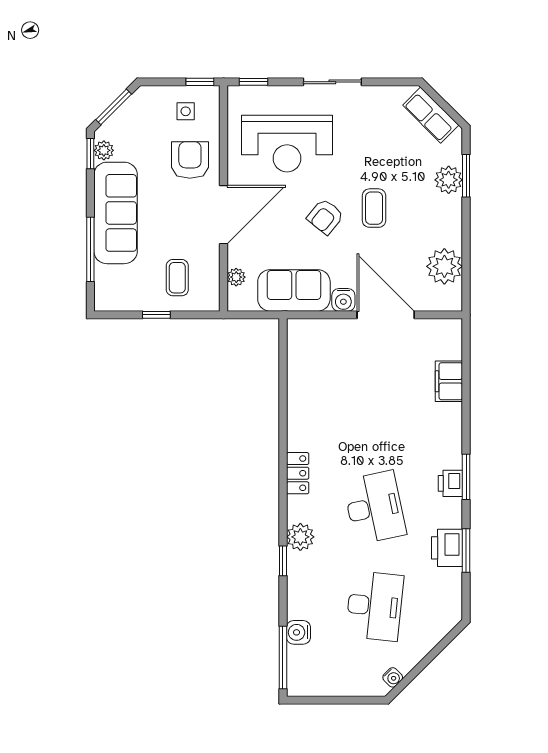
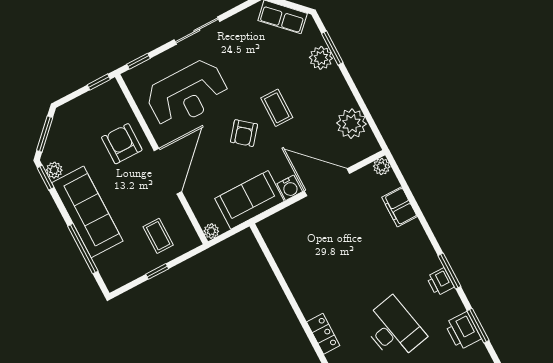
side table: (186, 111) -> (100, 109), removed
plant: (236, 277) -> (211, 231), moved
plant: (452, 329) -> (382, 167), added

